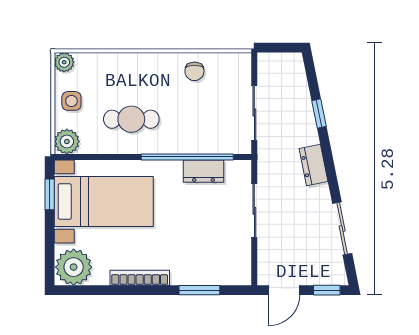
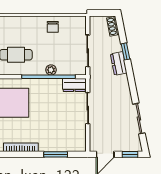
shoe rack: (297, 70) -> (113, 26), added
plant: (191, 145) -> (51, 70), added
dresser: (314, 165) -> (119, 63), moved
dresser: (203, 171) -> (74, 85), moved

